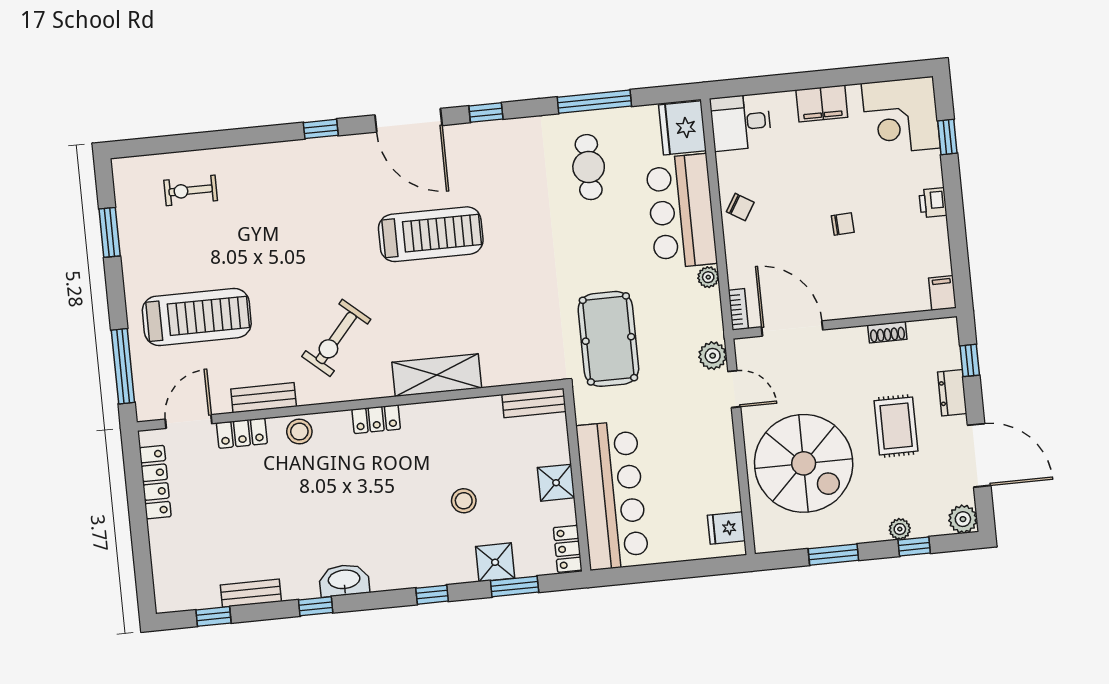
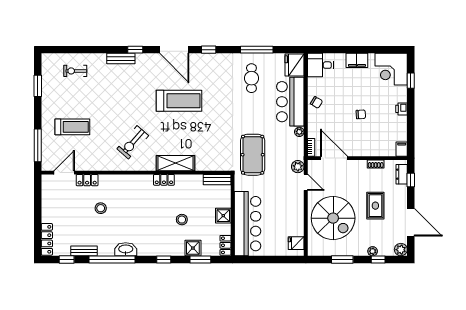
treadmill: (197, 317) -> (72, 127), width x0.73, depth x0.73
dresser: (952, 393) -> (402, 174), moved
bench: (264, 398) -> (121, 59), moved
locker: (376, 419) -> (164, 180), moved
stool: (299, 432) -> (101, 208), moved
locker: (155, 482) -> (47, 239), moved
window: (316, 606) -> (112, 260), width x3.17

